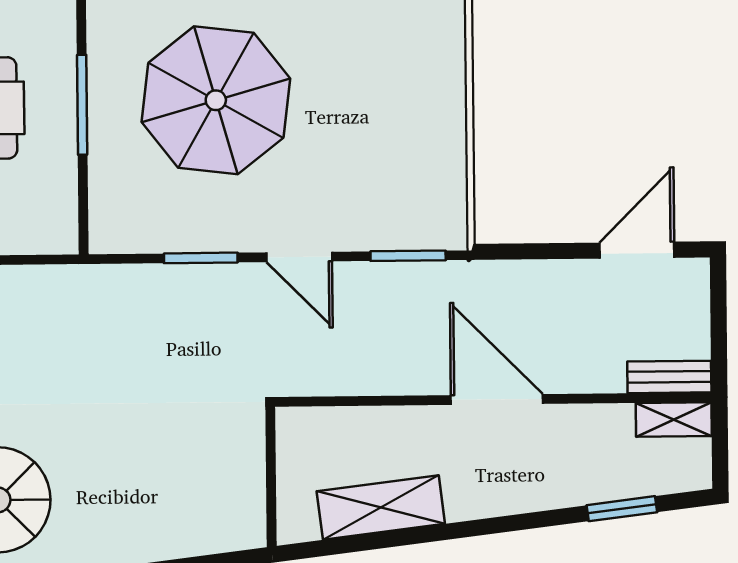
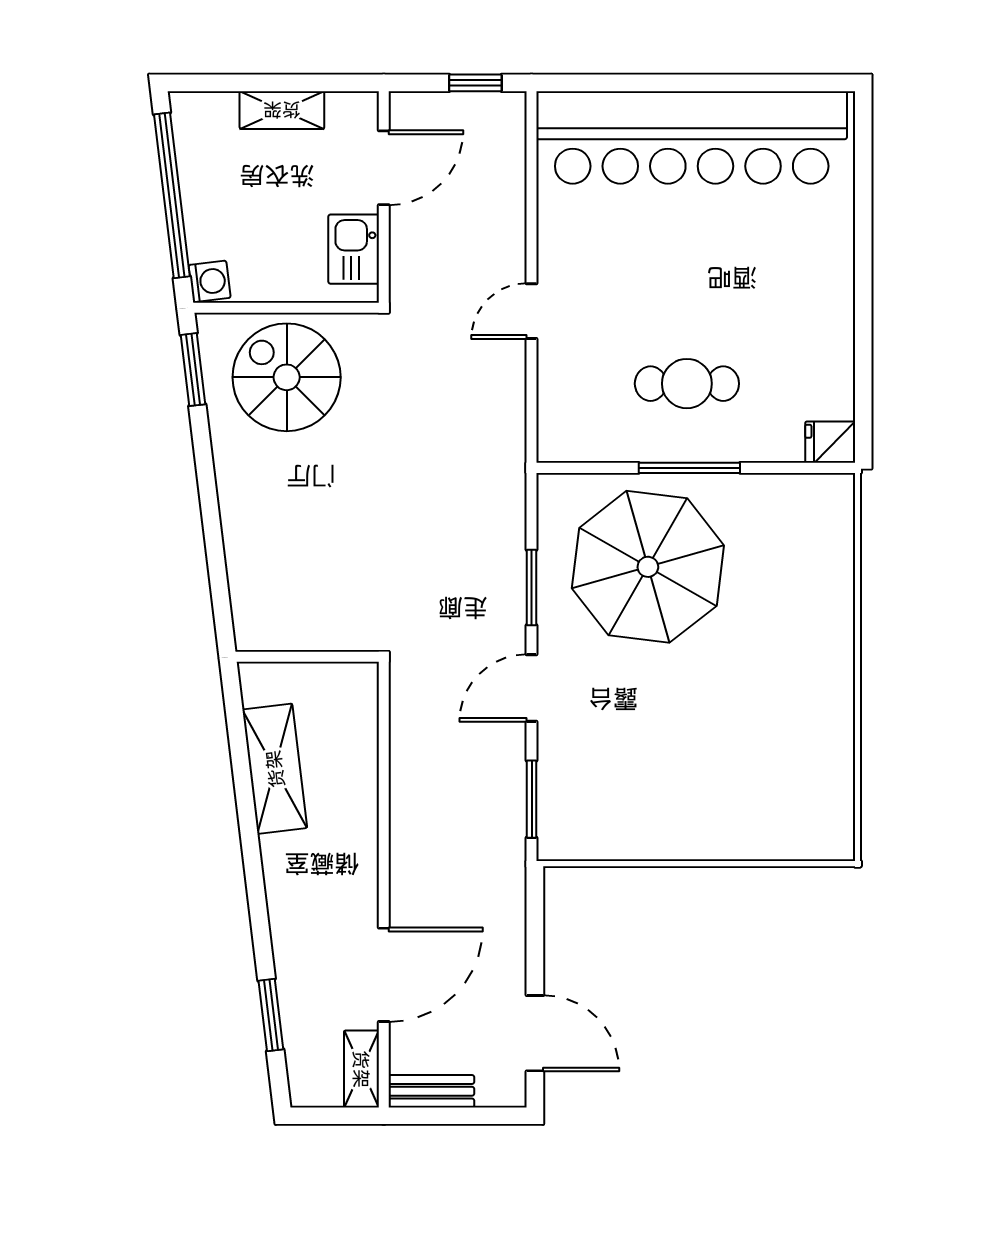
parasol: (216, 100) -> (648, 567), moved
bench: (669, 377) -> (431, 1091), moved, turned 90
door: (497, 400) -> (384, 975), moved

